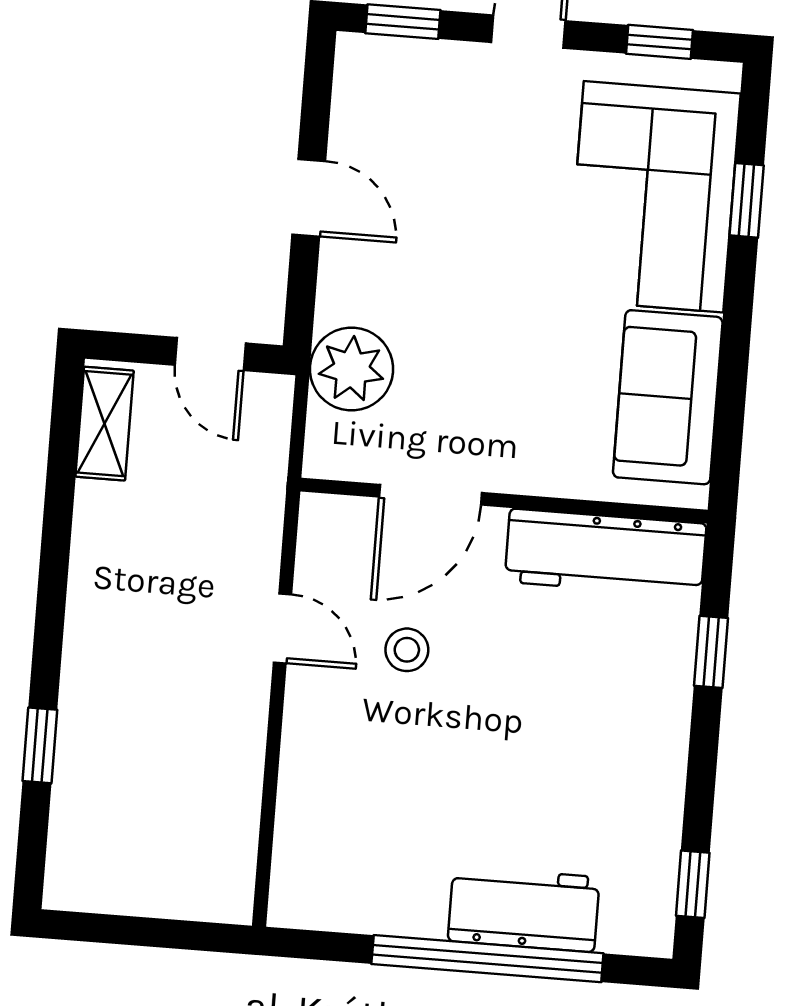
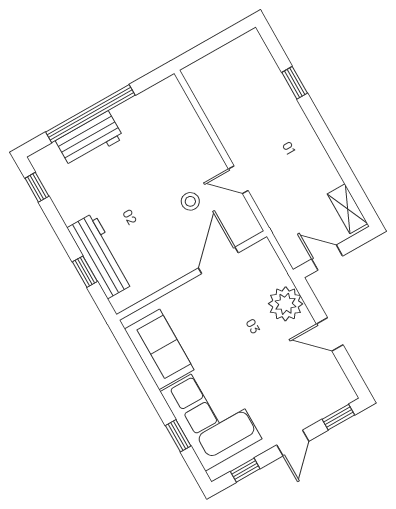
plant: (352, 369) -> (286, 304), moved
workbench: (606, 553) -> (101, 256), moved, turned 90

